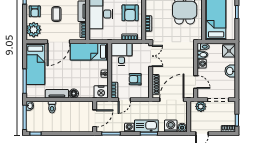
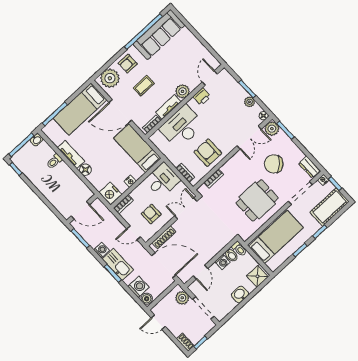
armchair: (130, 13) -> (208, 153), turned 90
double door: (151, 56) -> (186, 208), swing flipped
door: (124, 100) -> (134, 233), moved

